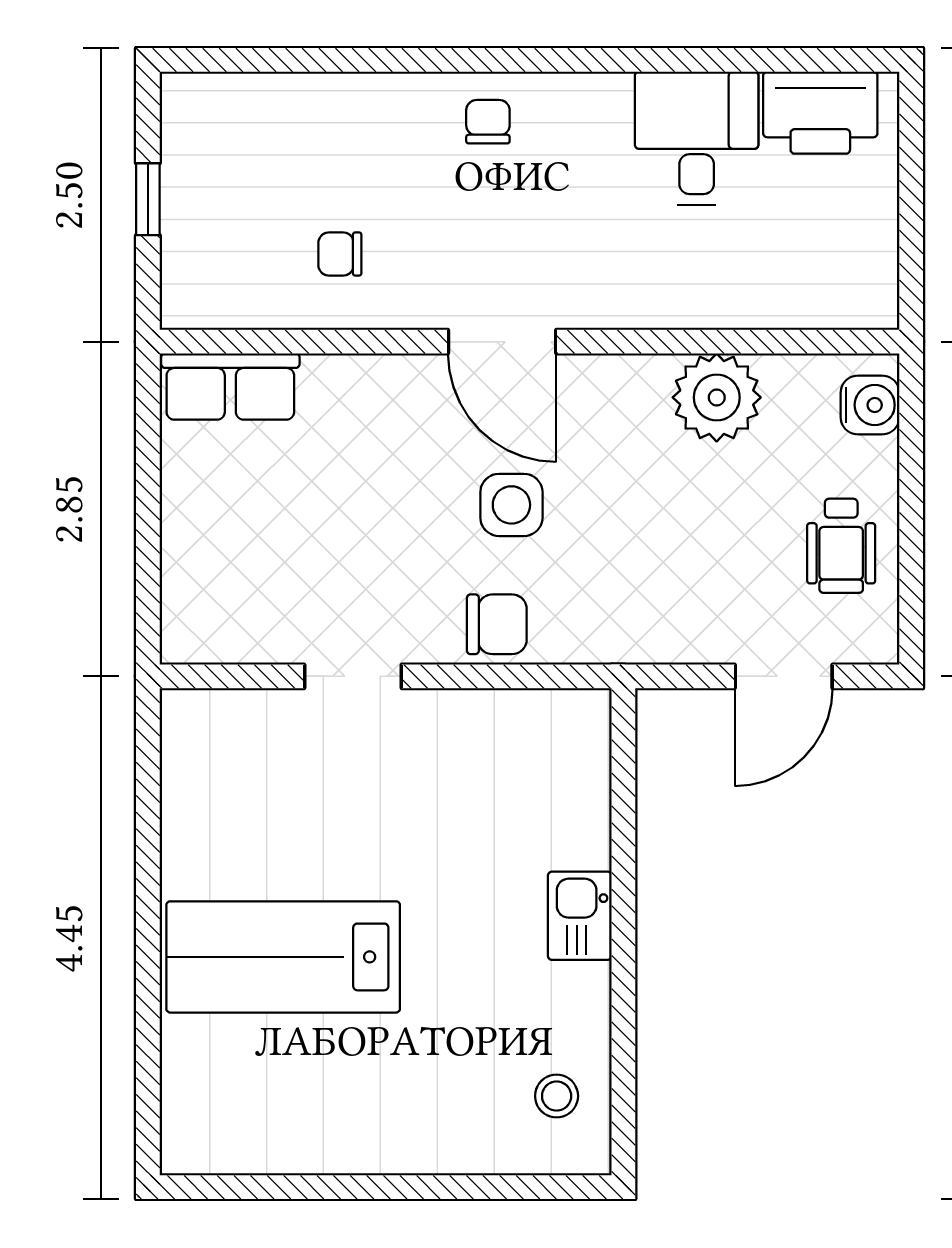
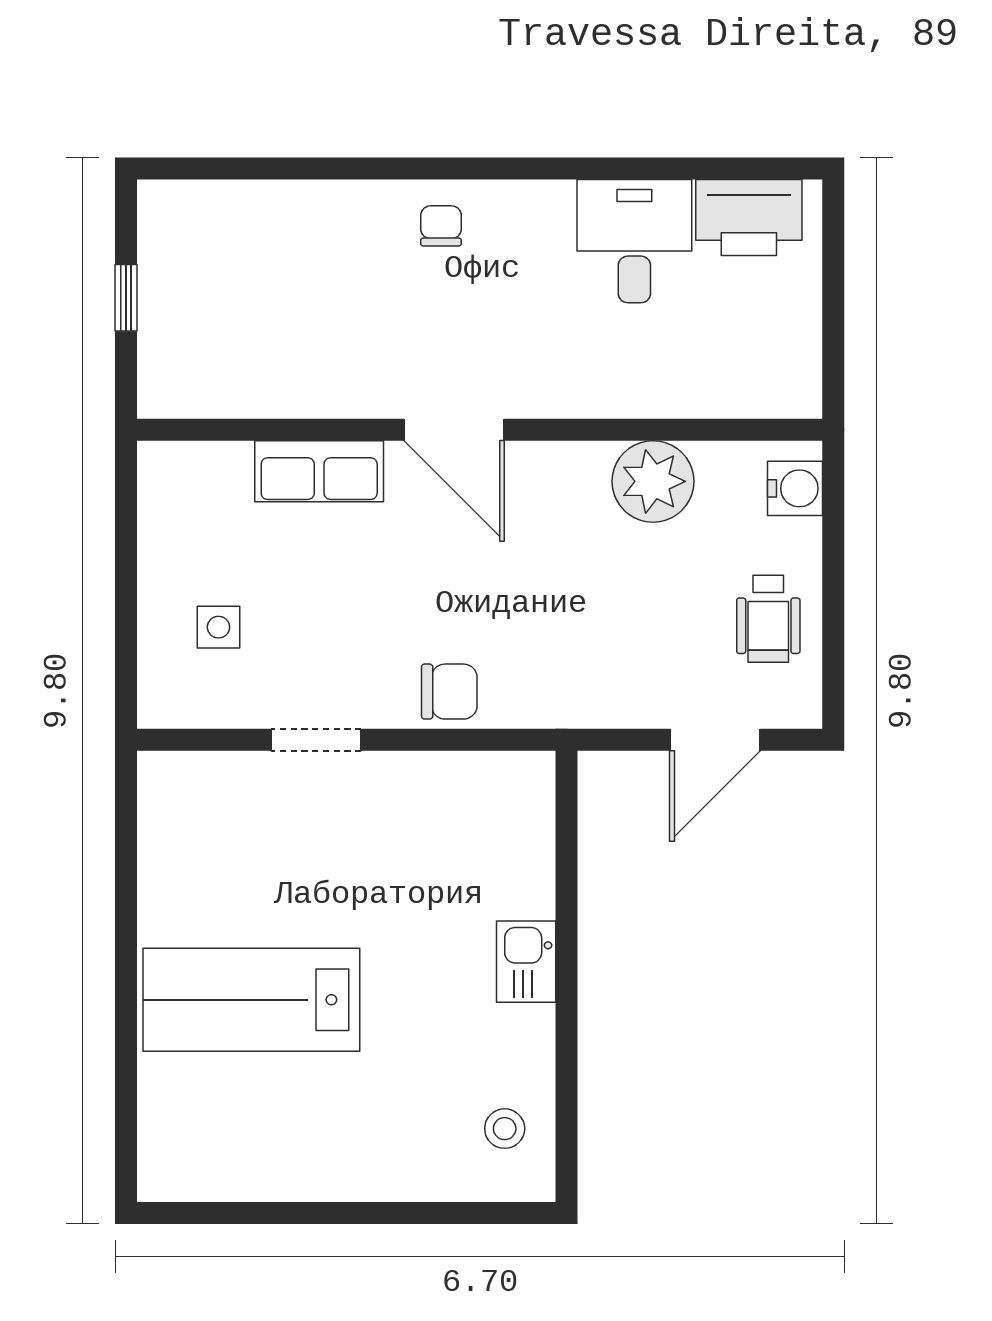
chair: (340, 254) -> (304, 348), removed
row of seats: (230, 387) -> (319, 471), moved
side table: (511, 505) -> (218, 627), moved, width x0.73, depth x0.73

